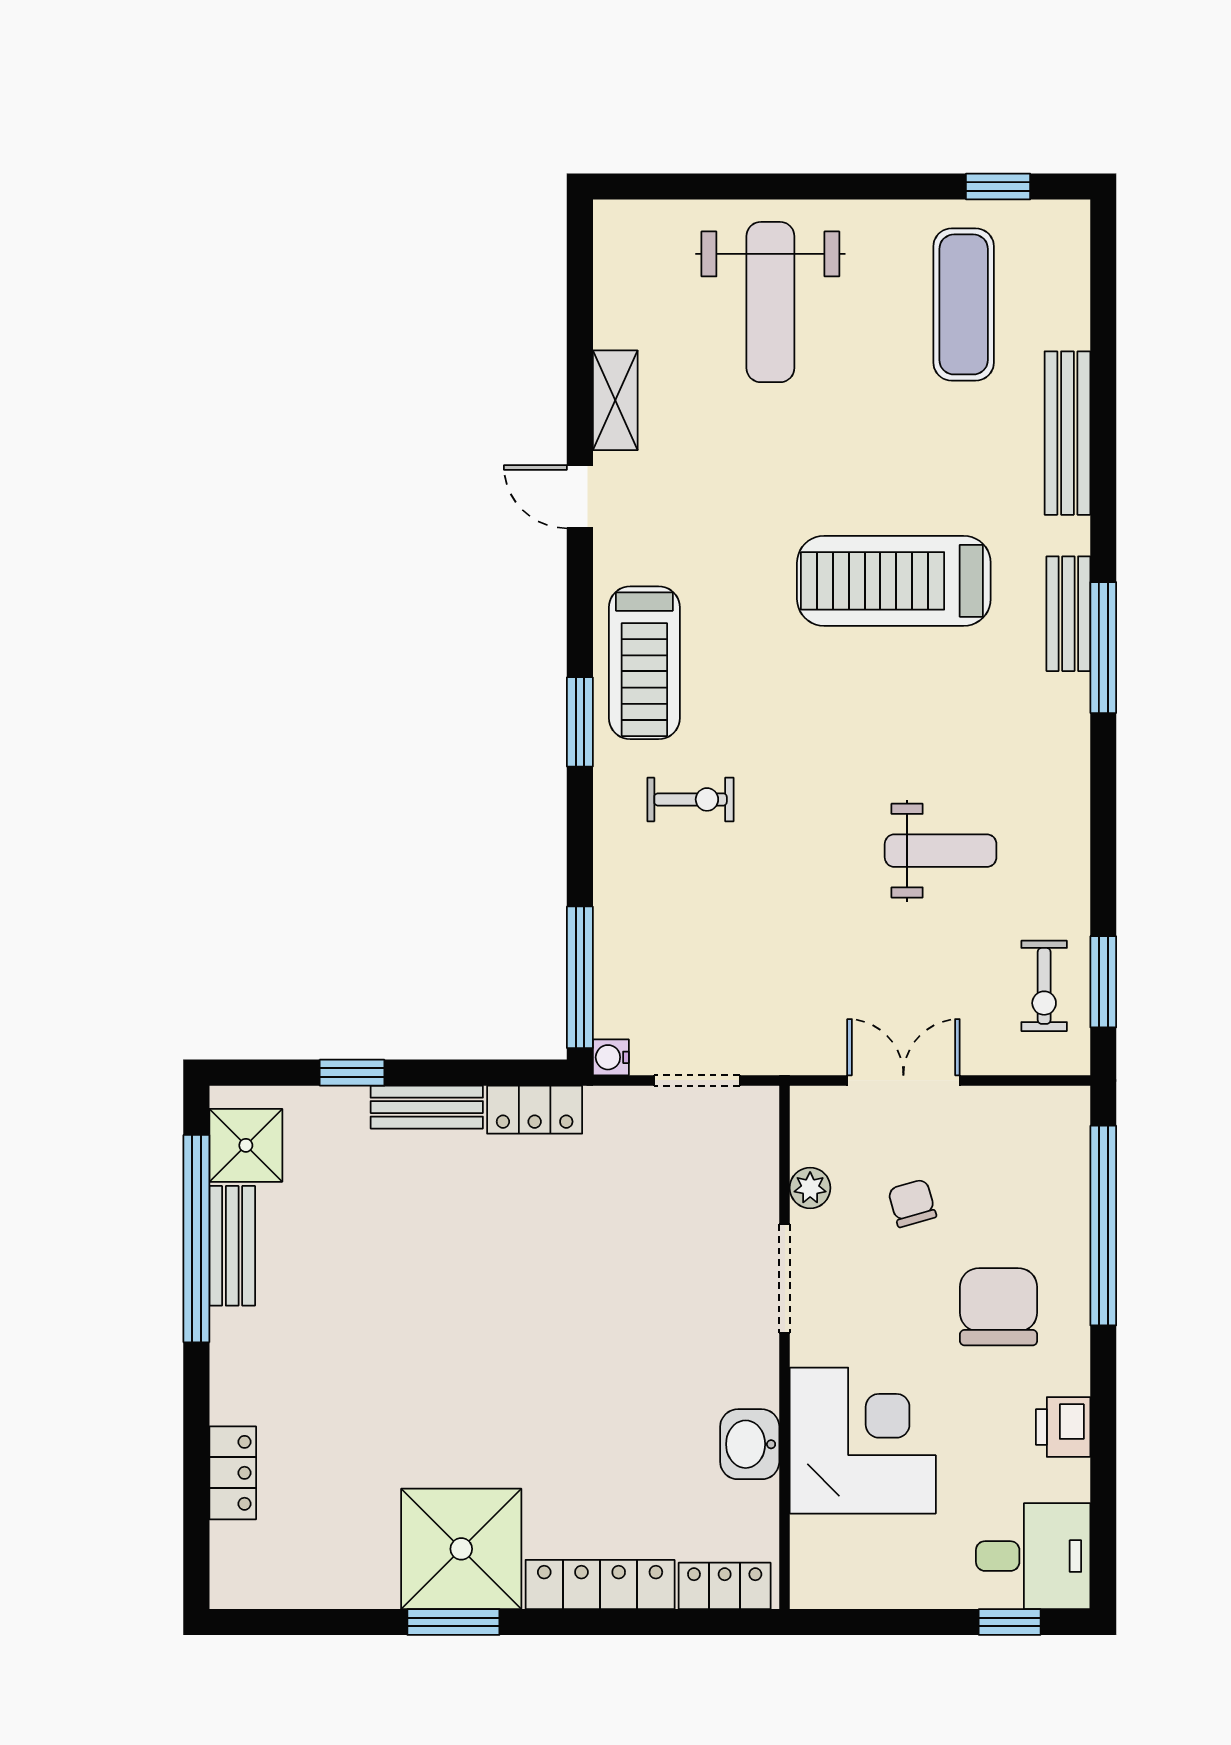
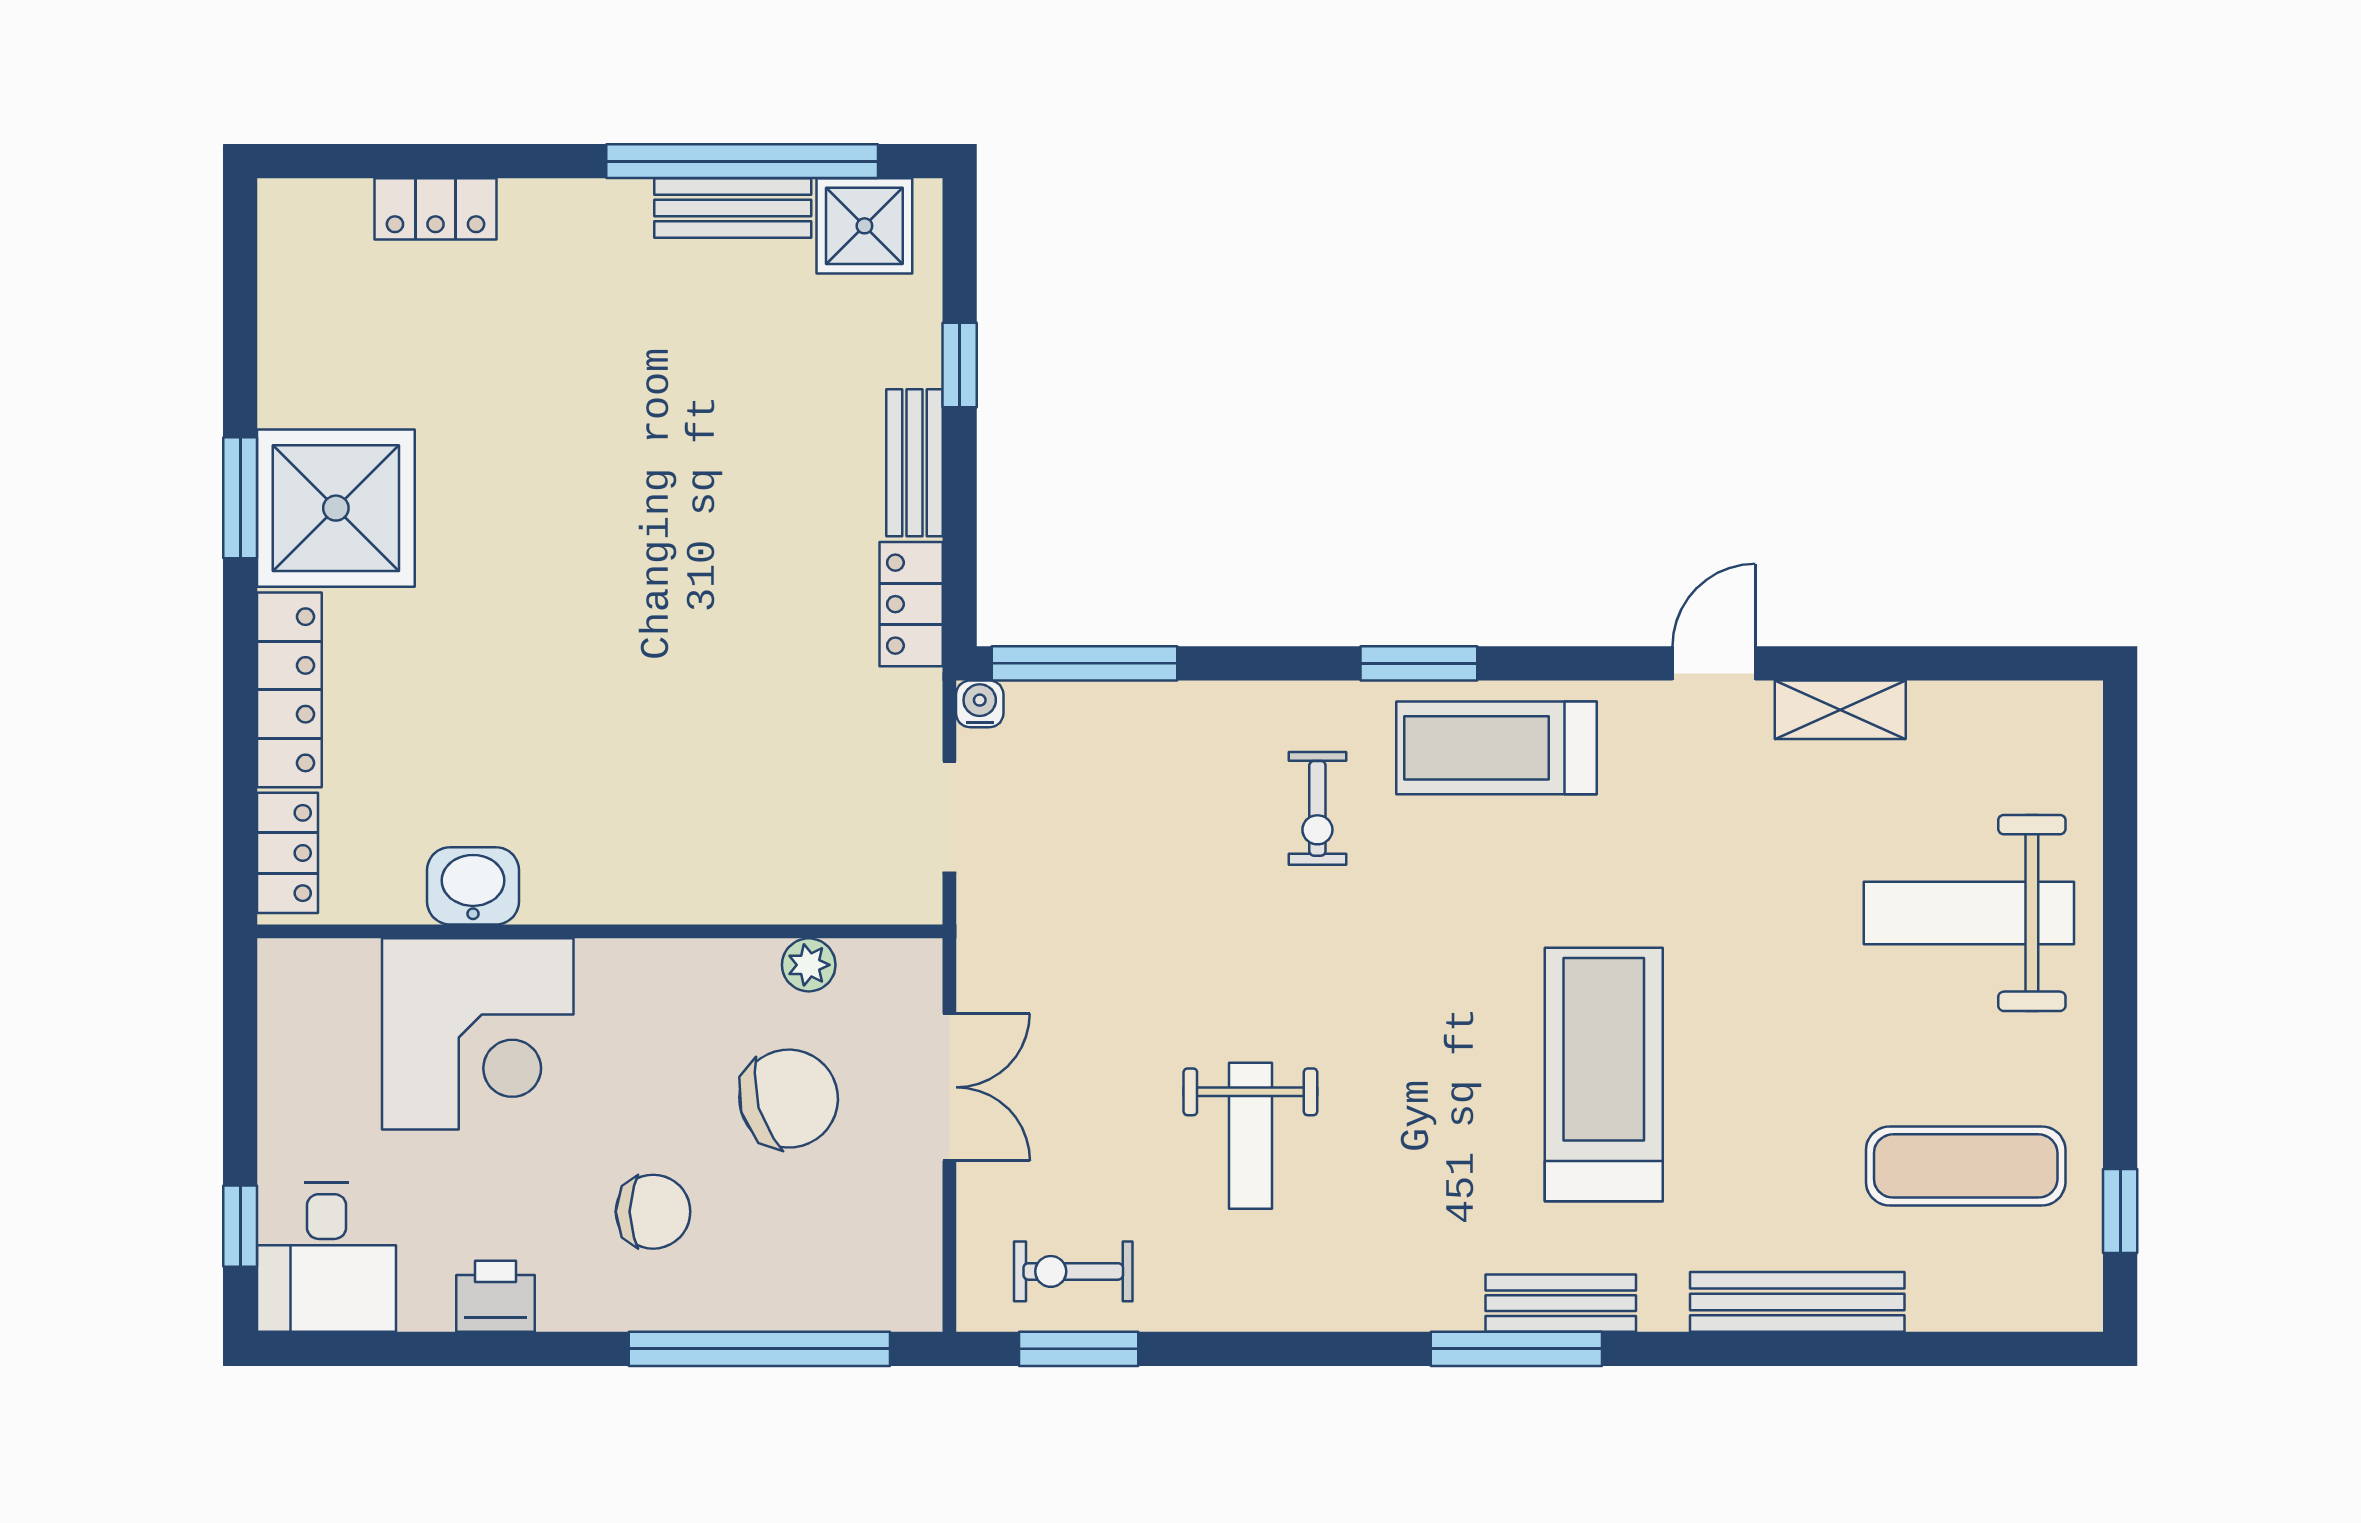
chair: (912, 1203) -> (789, 1099), width x1.87, depth x1.87
doorway: (785, 1279) -> (690, 931), removed
chair: (999, 1307) -> (653, 1212), width x0.73, depth x0.73

